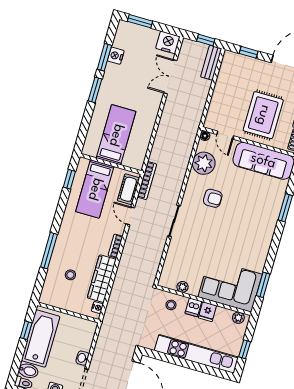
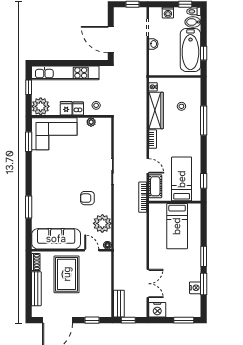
plant: (238, 318) -> (41, 106), width x1.87, depth x1.87

